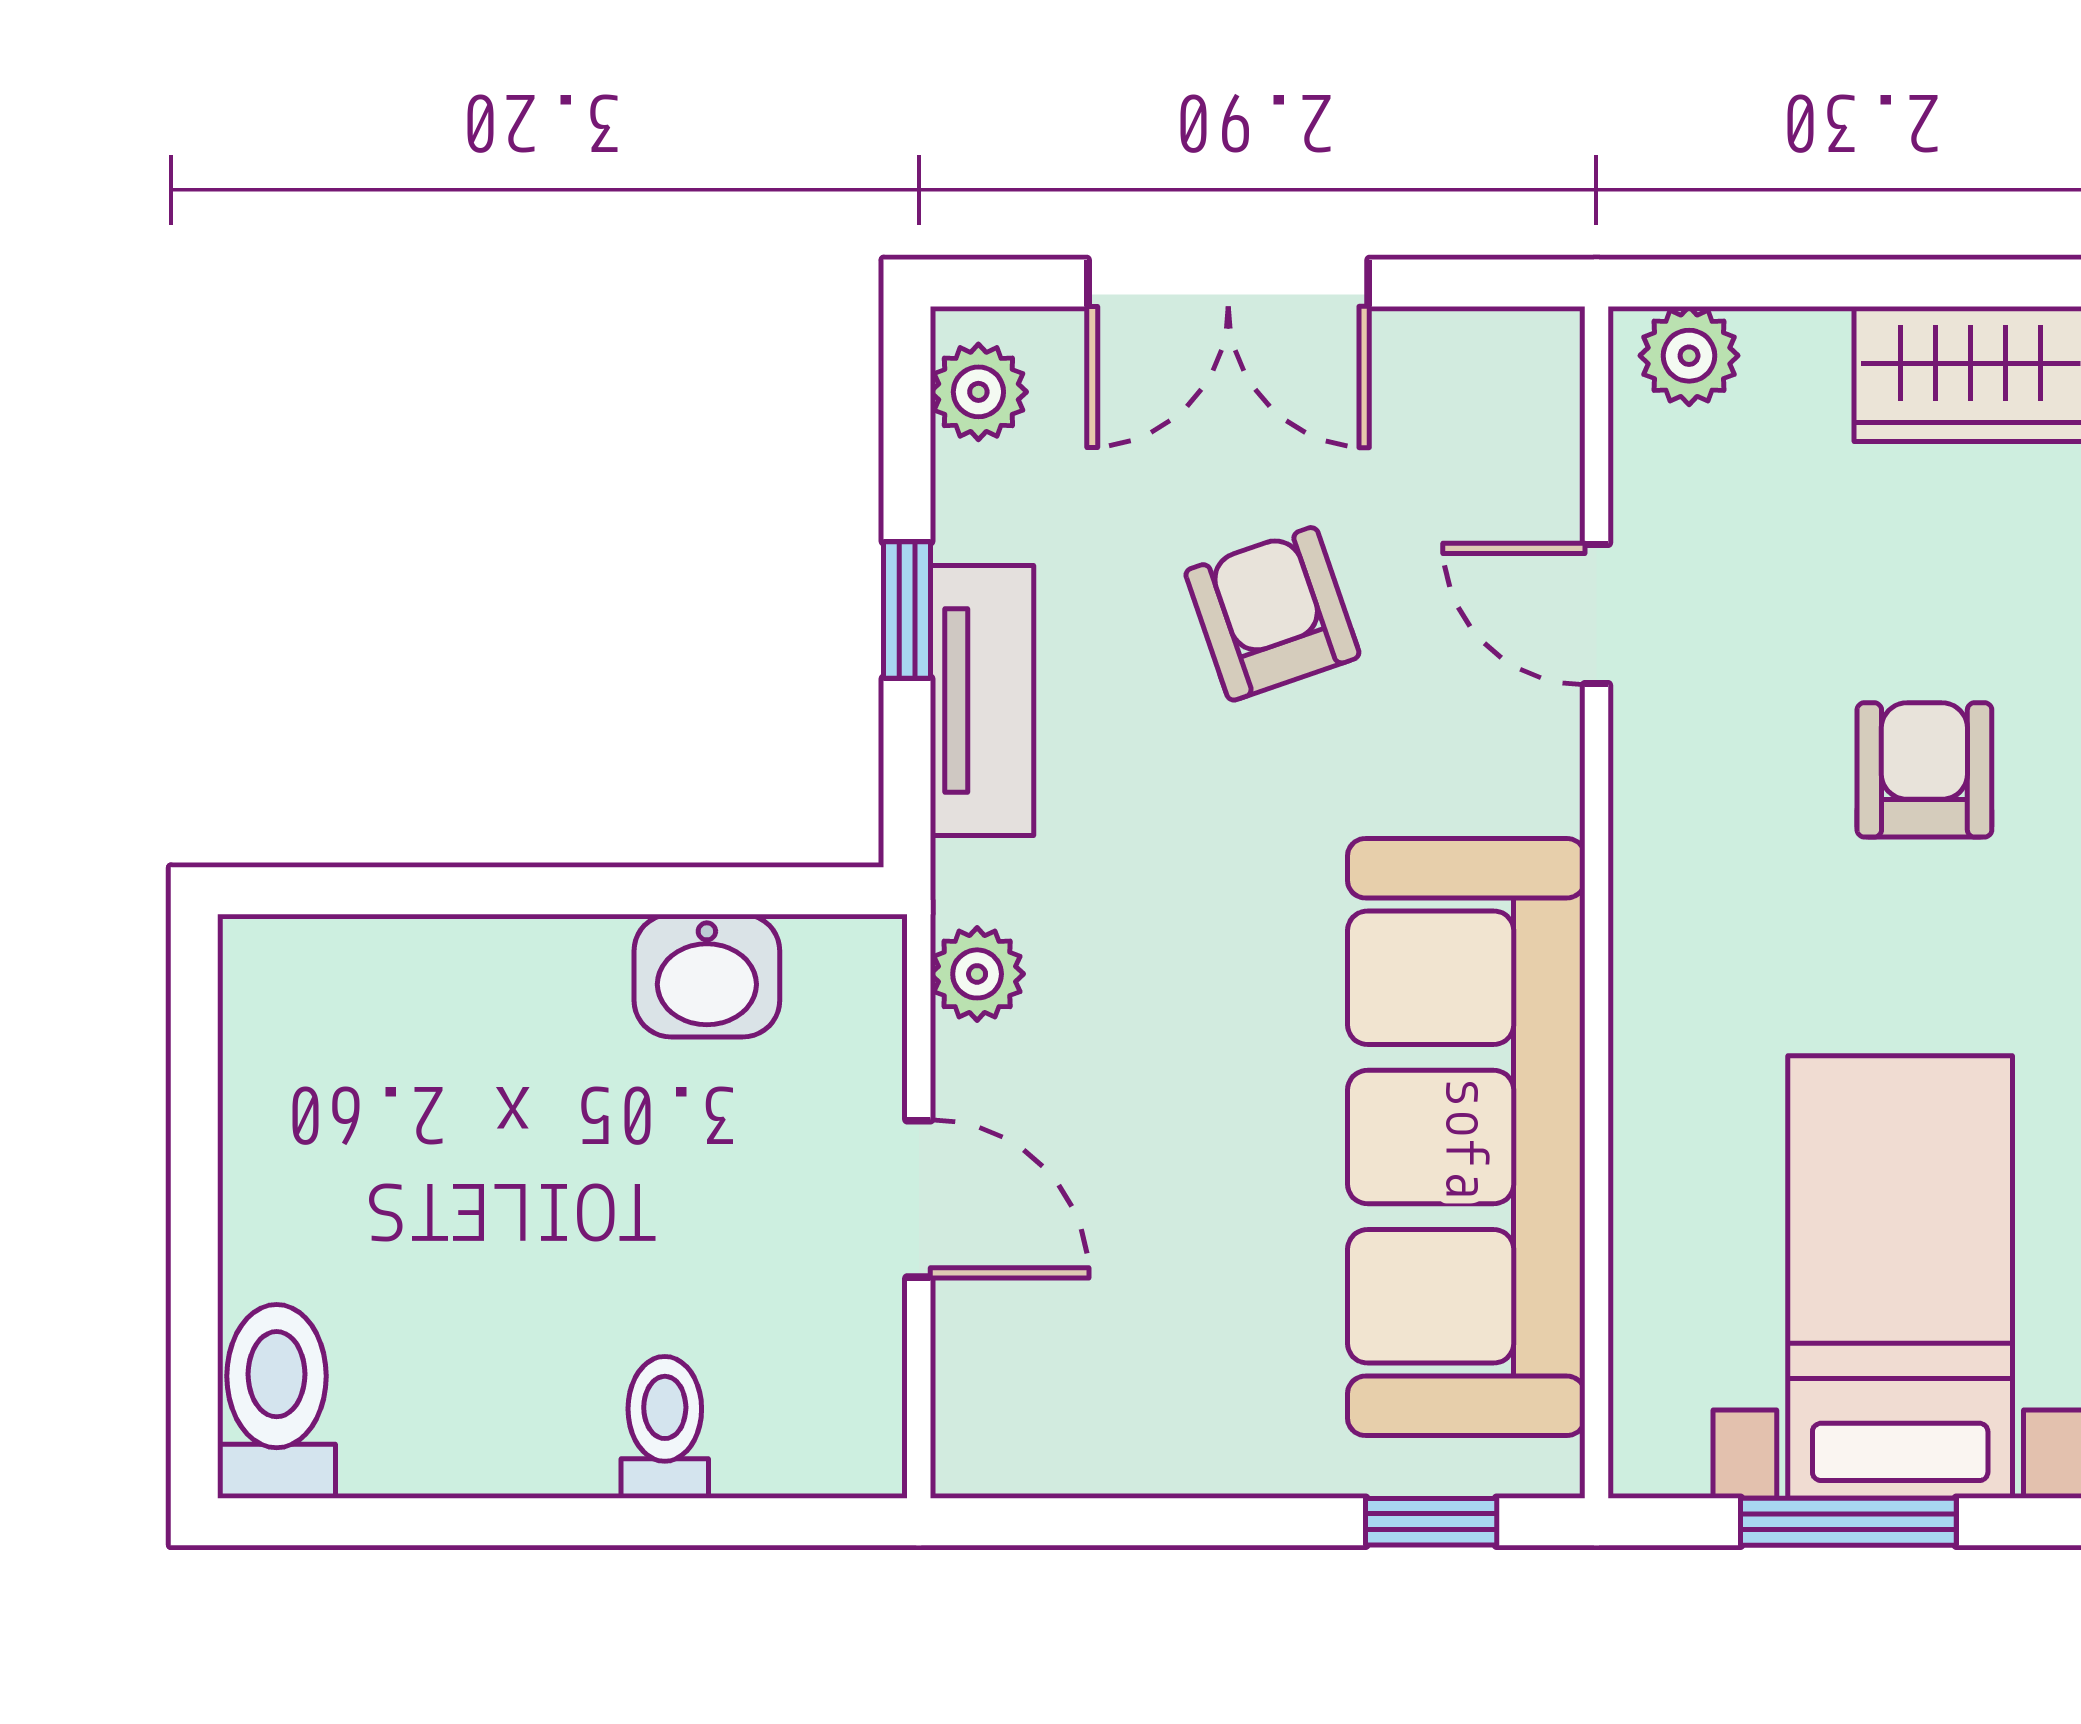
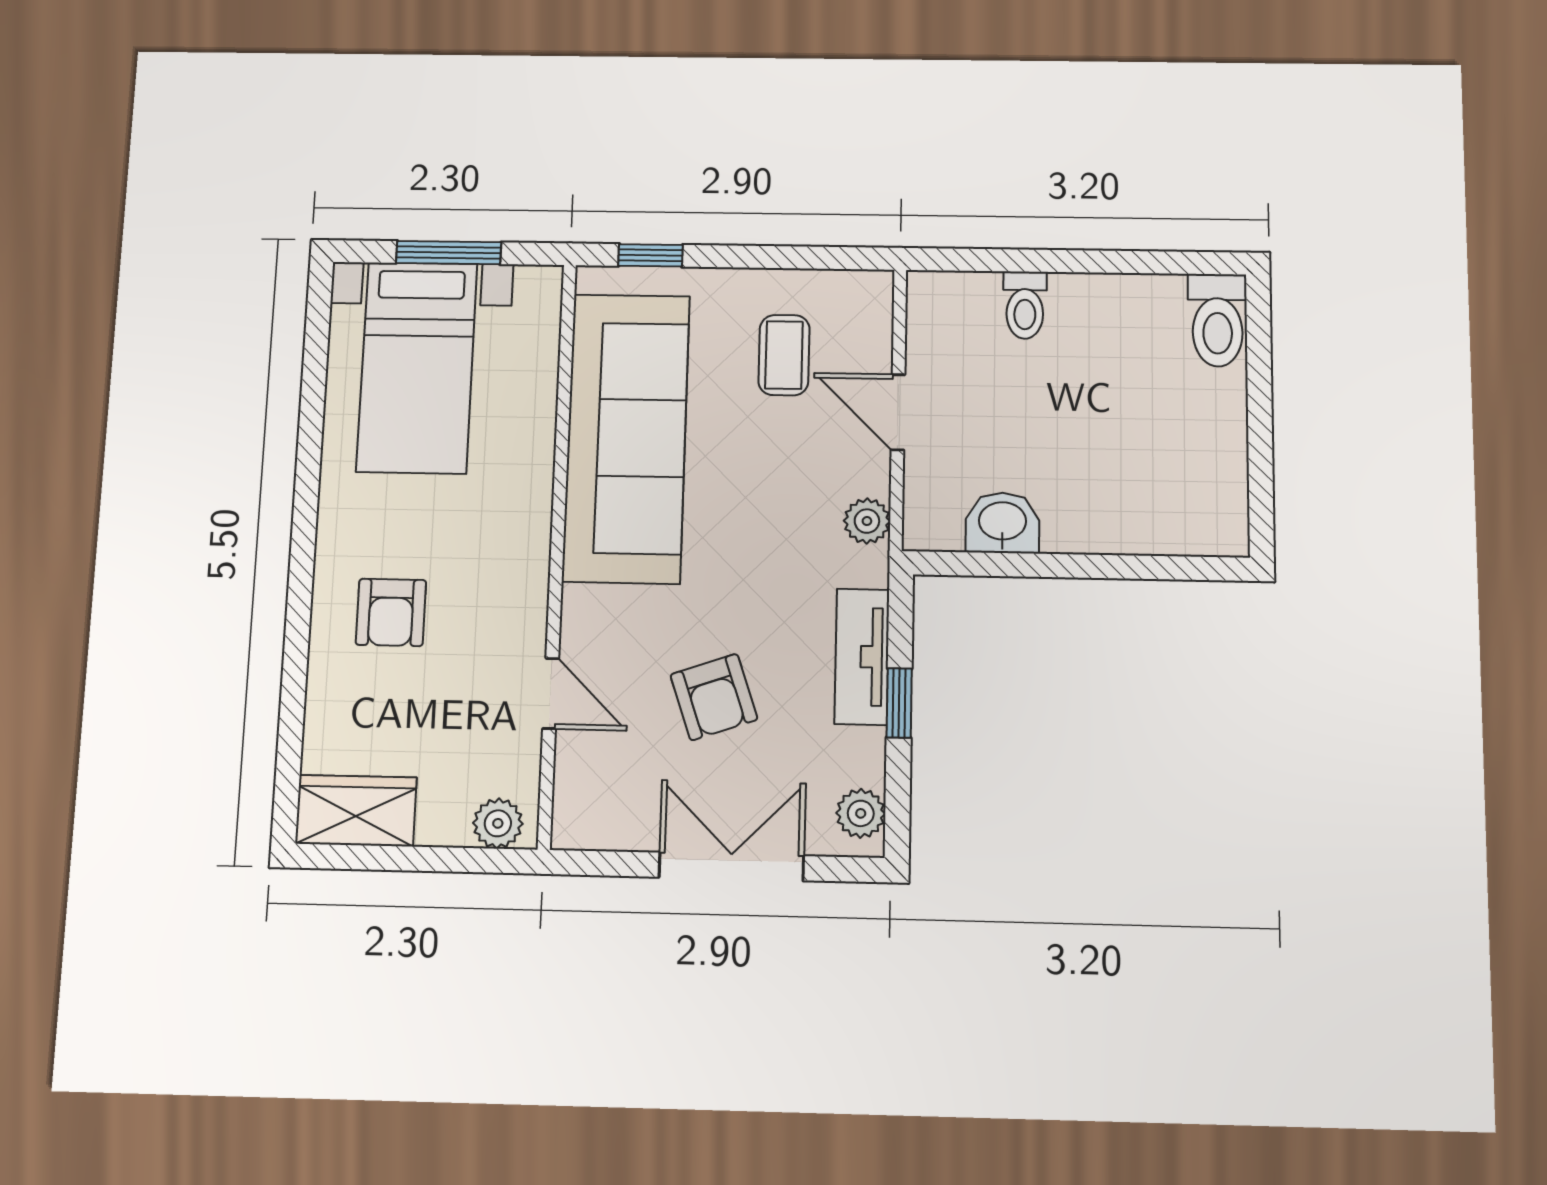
coffee table: (1152, 1314) -> (784, 355), added

